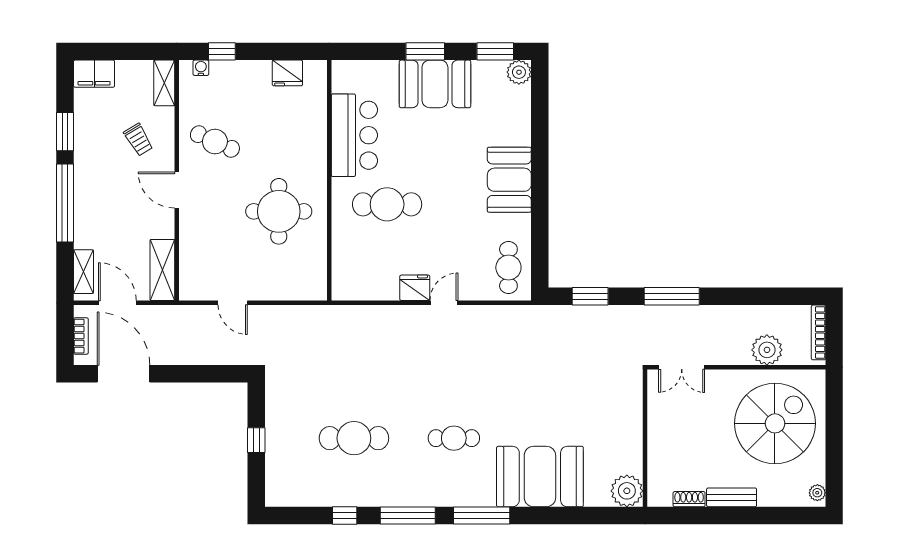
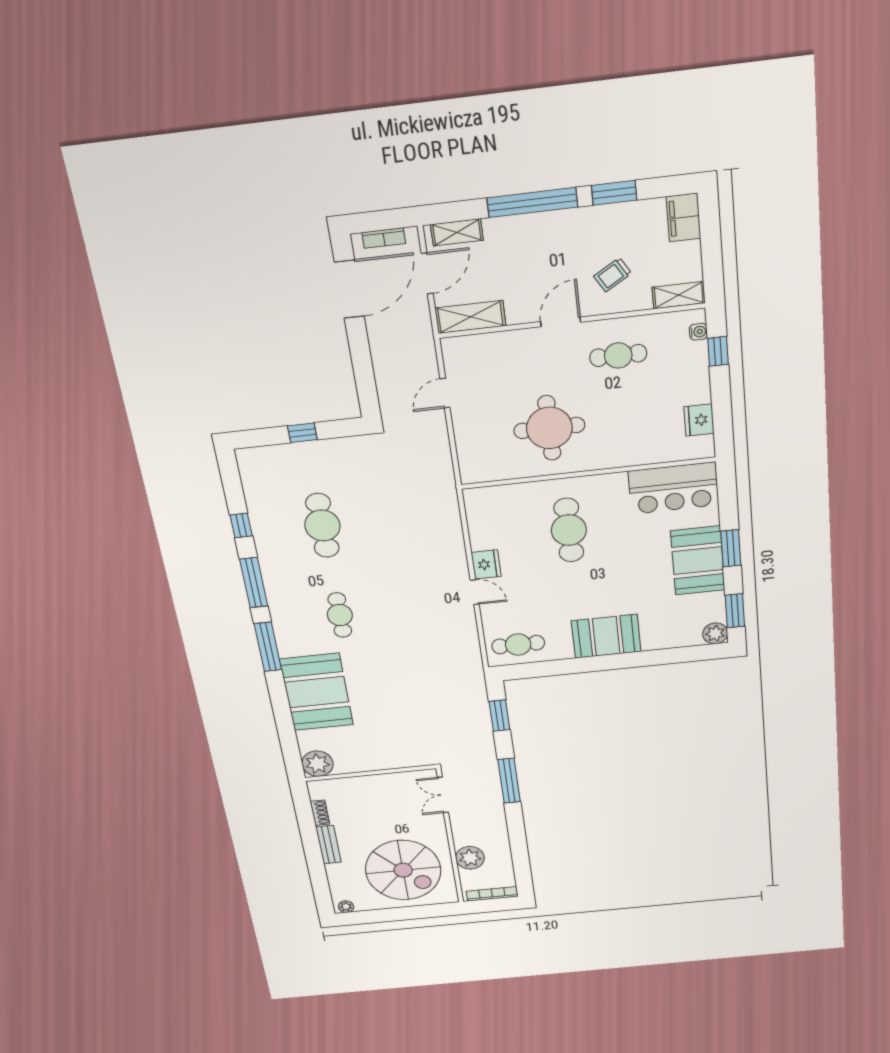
bar counter: (354, 135) -> (674, 488), moved
cafe table: (215, 142) -> (618, 355), turned 66

